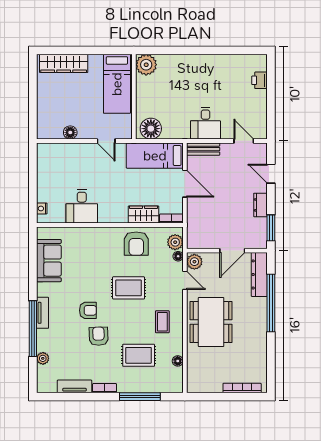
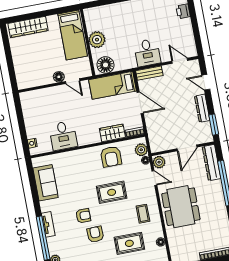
plant: (146, 65) -> (97, 40), moved
floor lamp: (70, 132) -> (59, 77), moved
dresser: (260, 205) -> (202, 108), width x1.44

